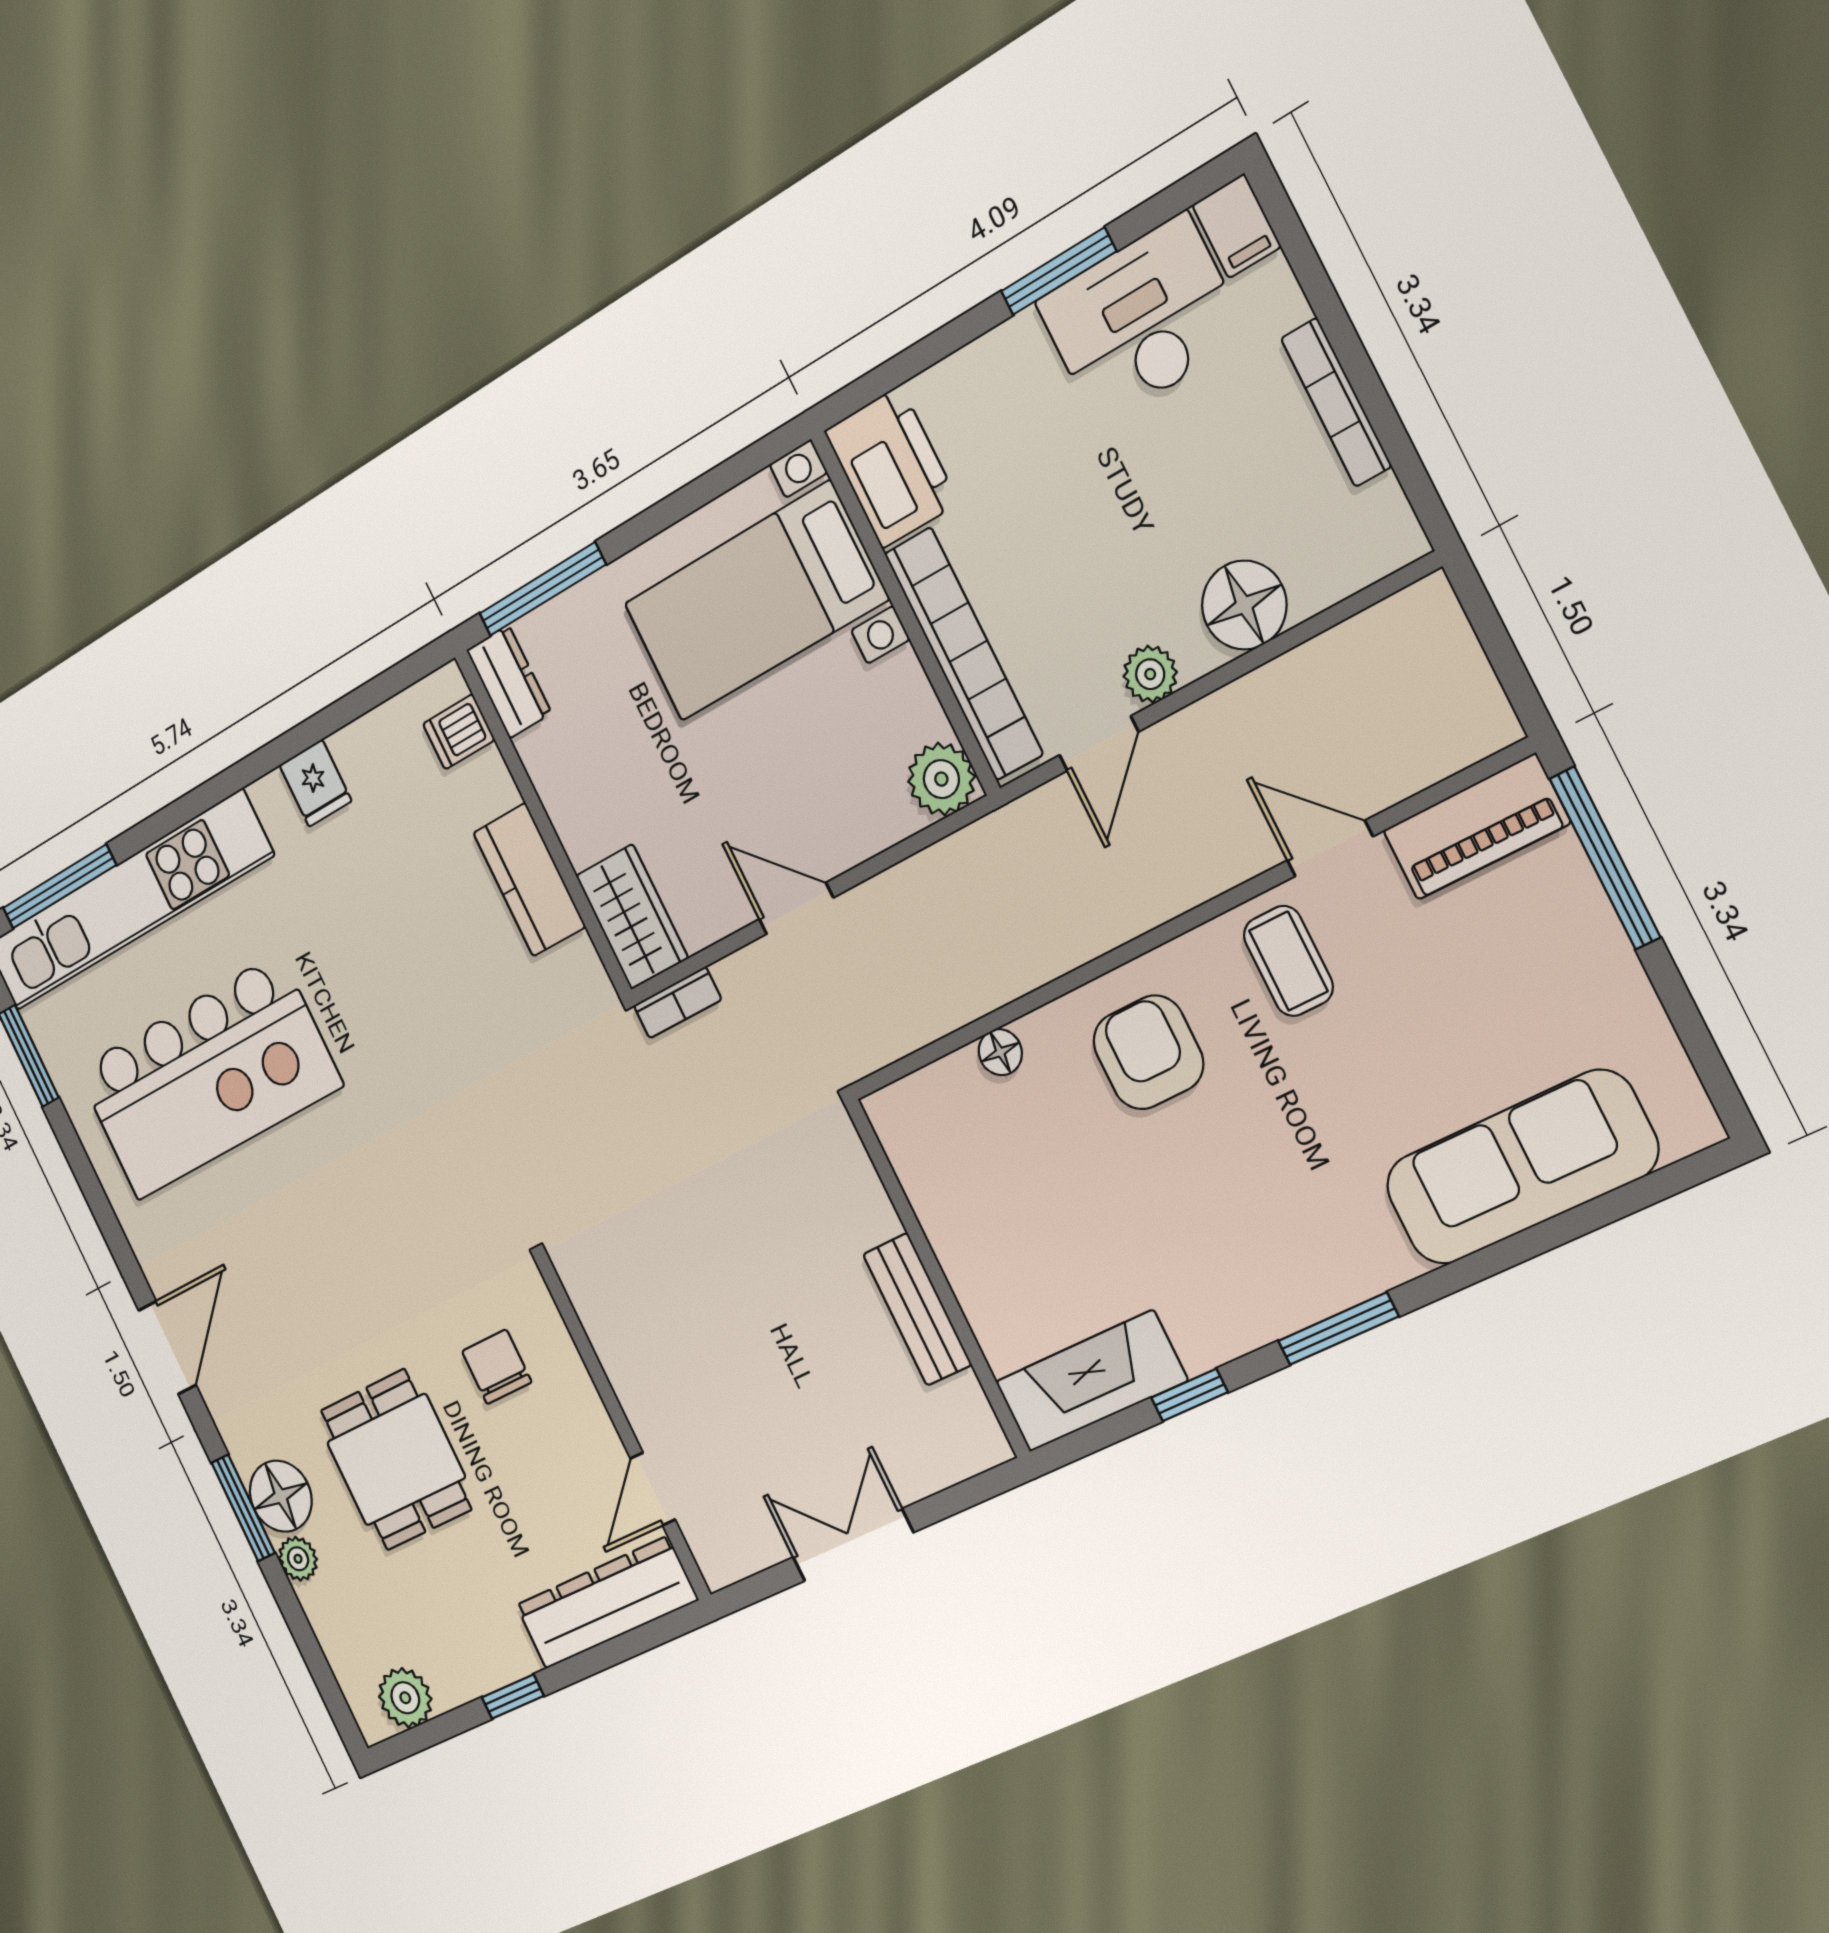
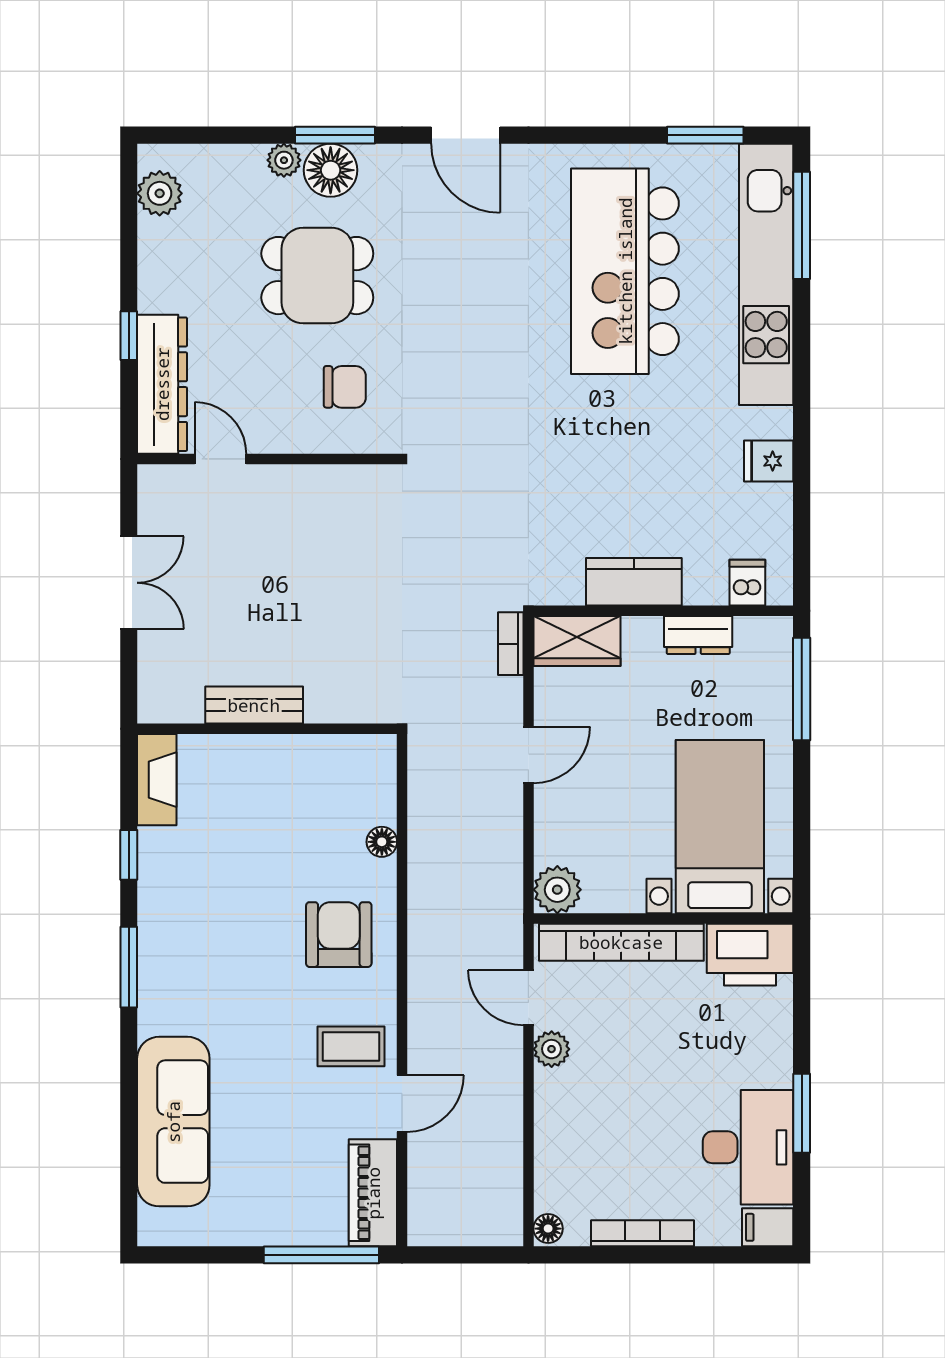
floor lamp: (1244, 605) -> (548, 1229), moved, width x0.53, depth x0.53
dresser: (509, 682) -> (698, 635), moved
armchair: (1148, 1052) -> (339, 935), turned -90
fireplace: (1091, 1381) -> (157, 780), width x0.73, depth x0.76
window: (513, 1697) -> (129, 336), moved

